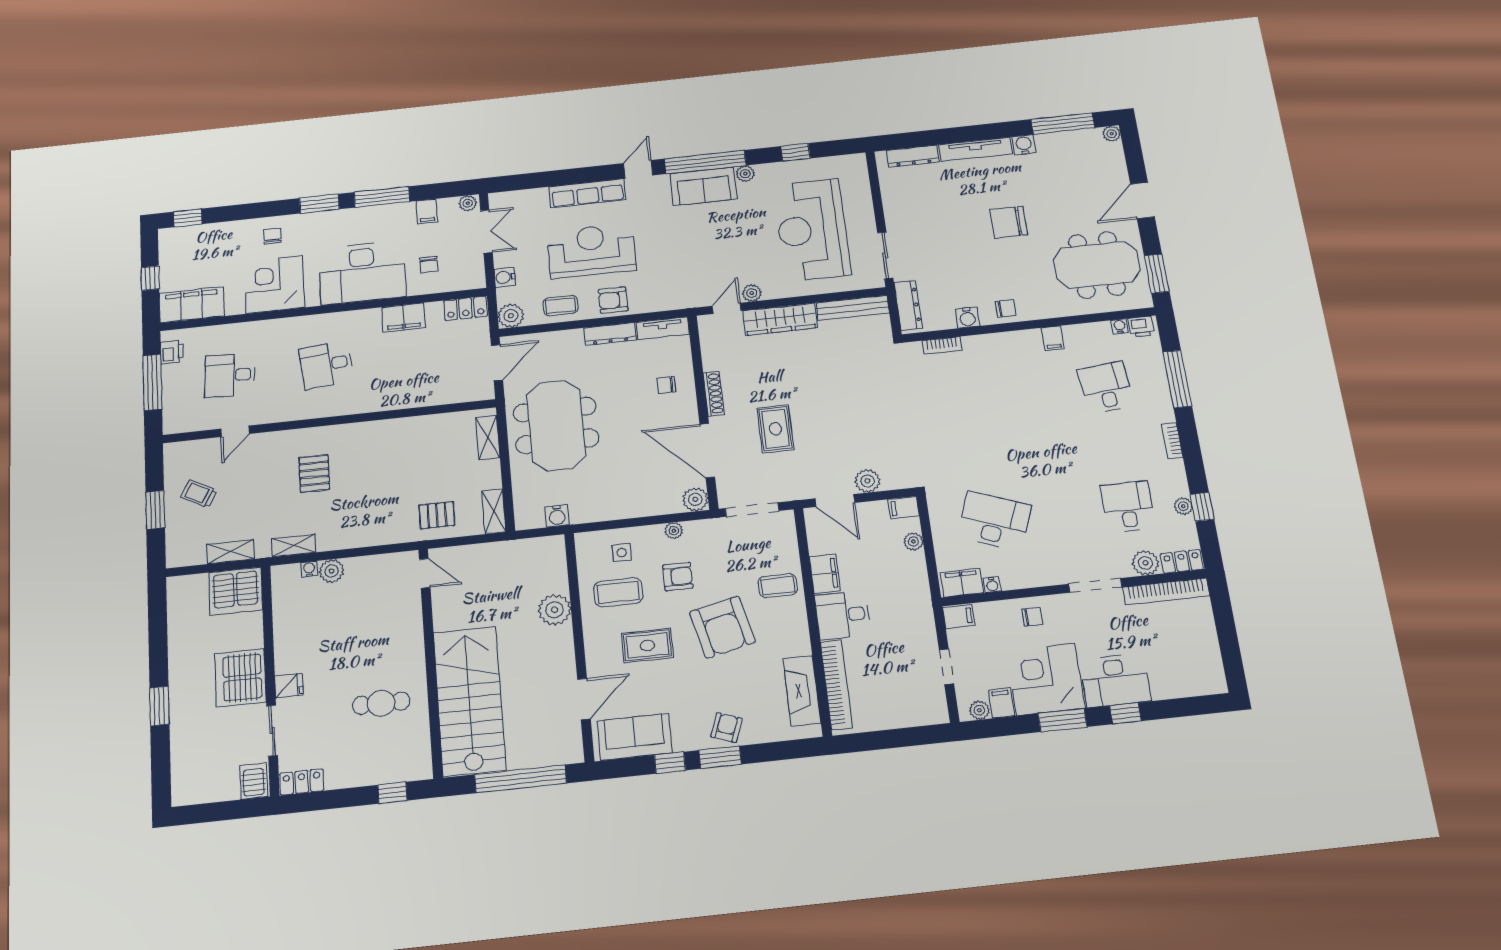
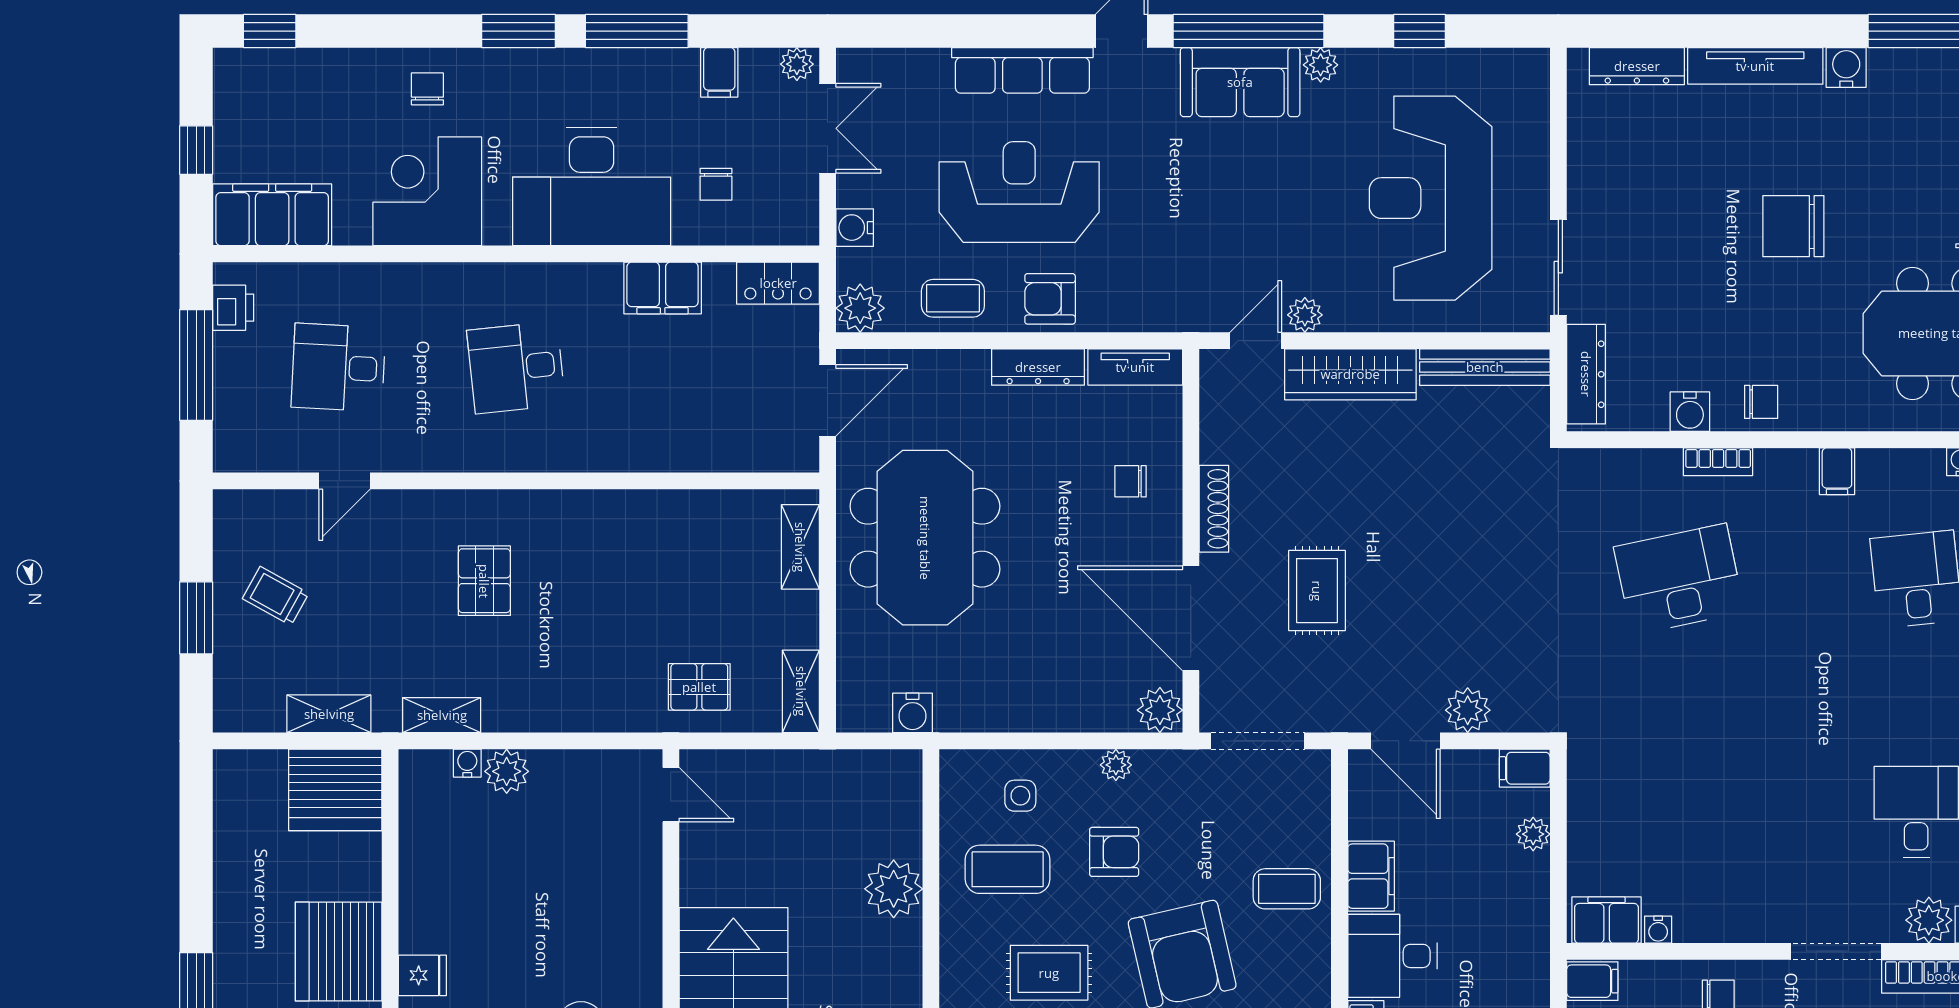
bookcase: (942, 345) -> (1718, 462), moved
desk: (994, 521) -> (1679, 579), moved, turned -33

